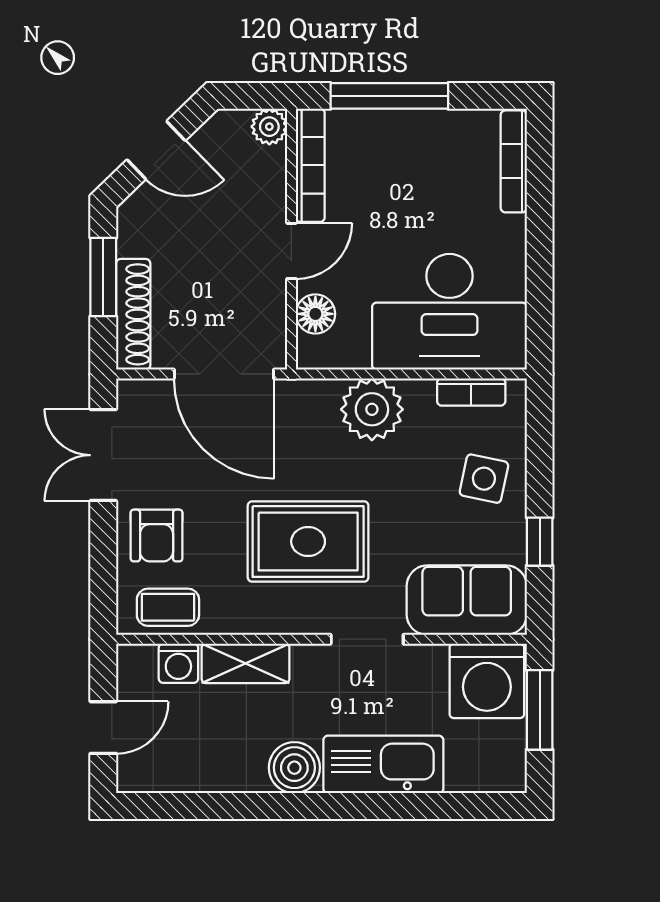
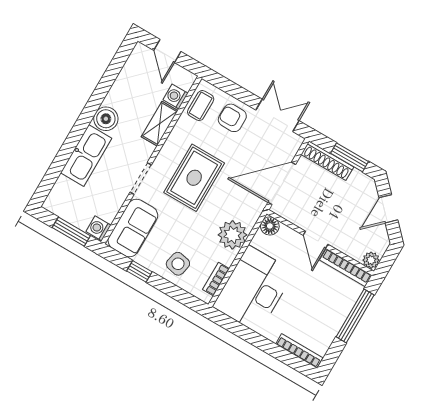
floor lamp: (315, 314) -> (270, 226), moved
washing machine: (487, 681) -> (98, 228), width x0.53, depth x0.53

